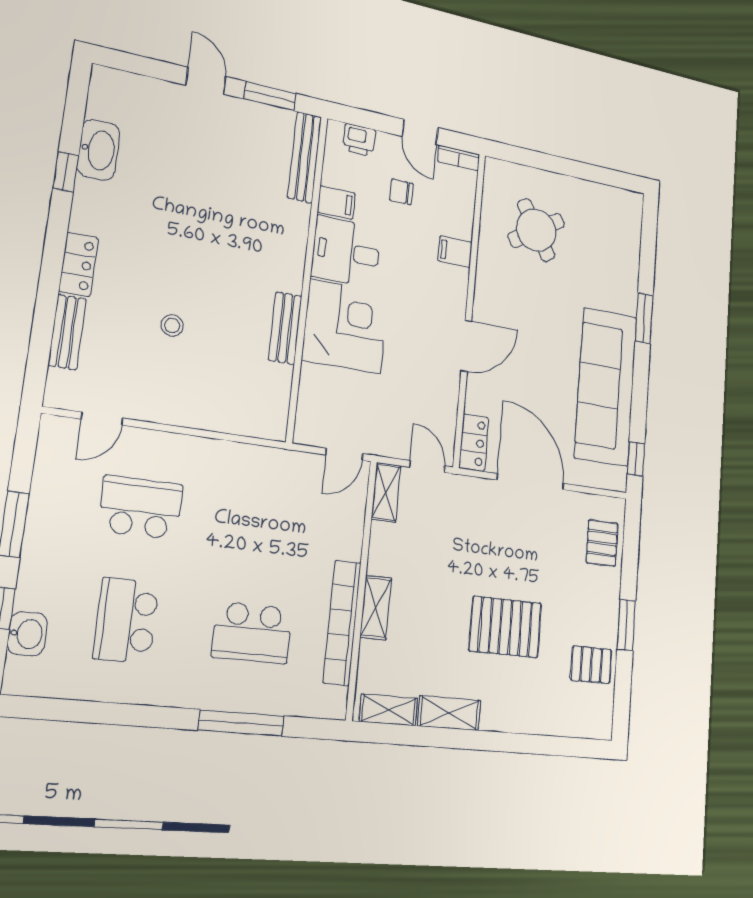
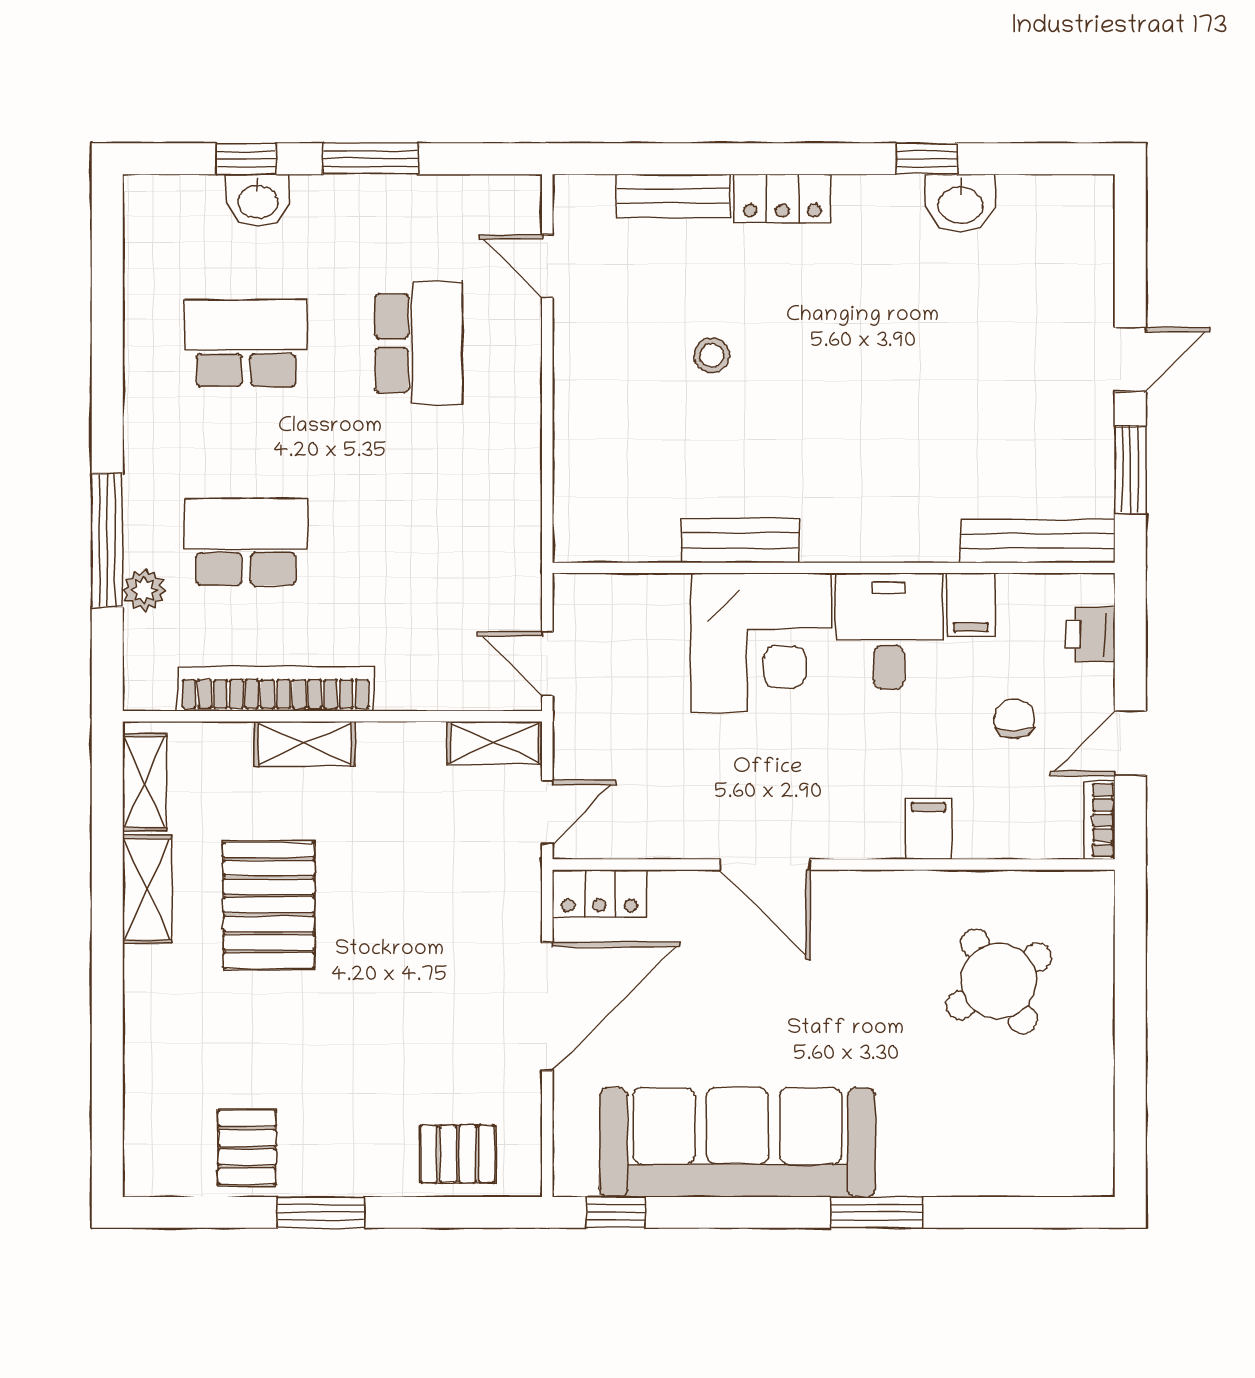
washbasin: (98, 150) -> (960, 203), width x0.72
pallet: (505, 627) -> (269, 905), moved
school desk: (252, 633) -> (246, 542), turned 90
washbasin: (27, 634) -> (258, 201), moved
plant: (275, 701) -> (144, 590), added

